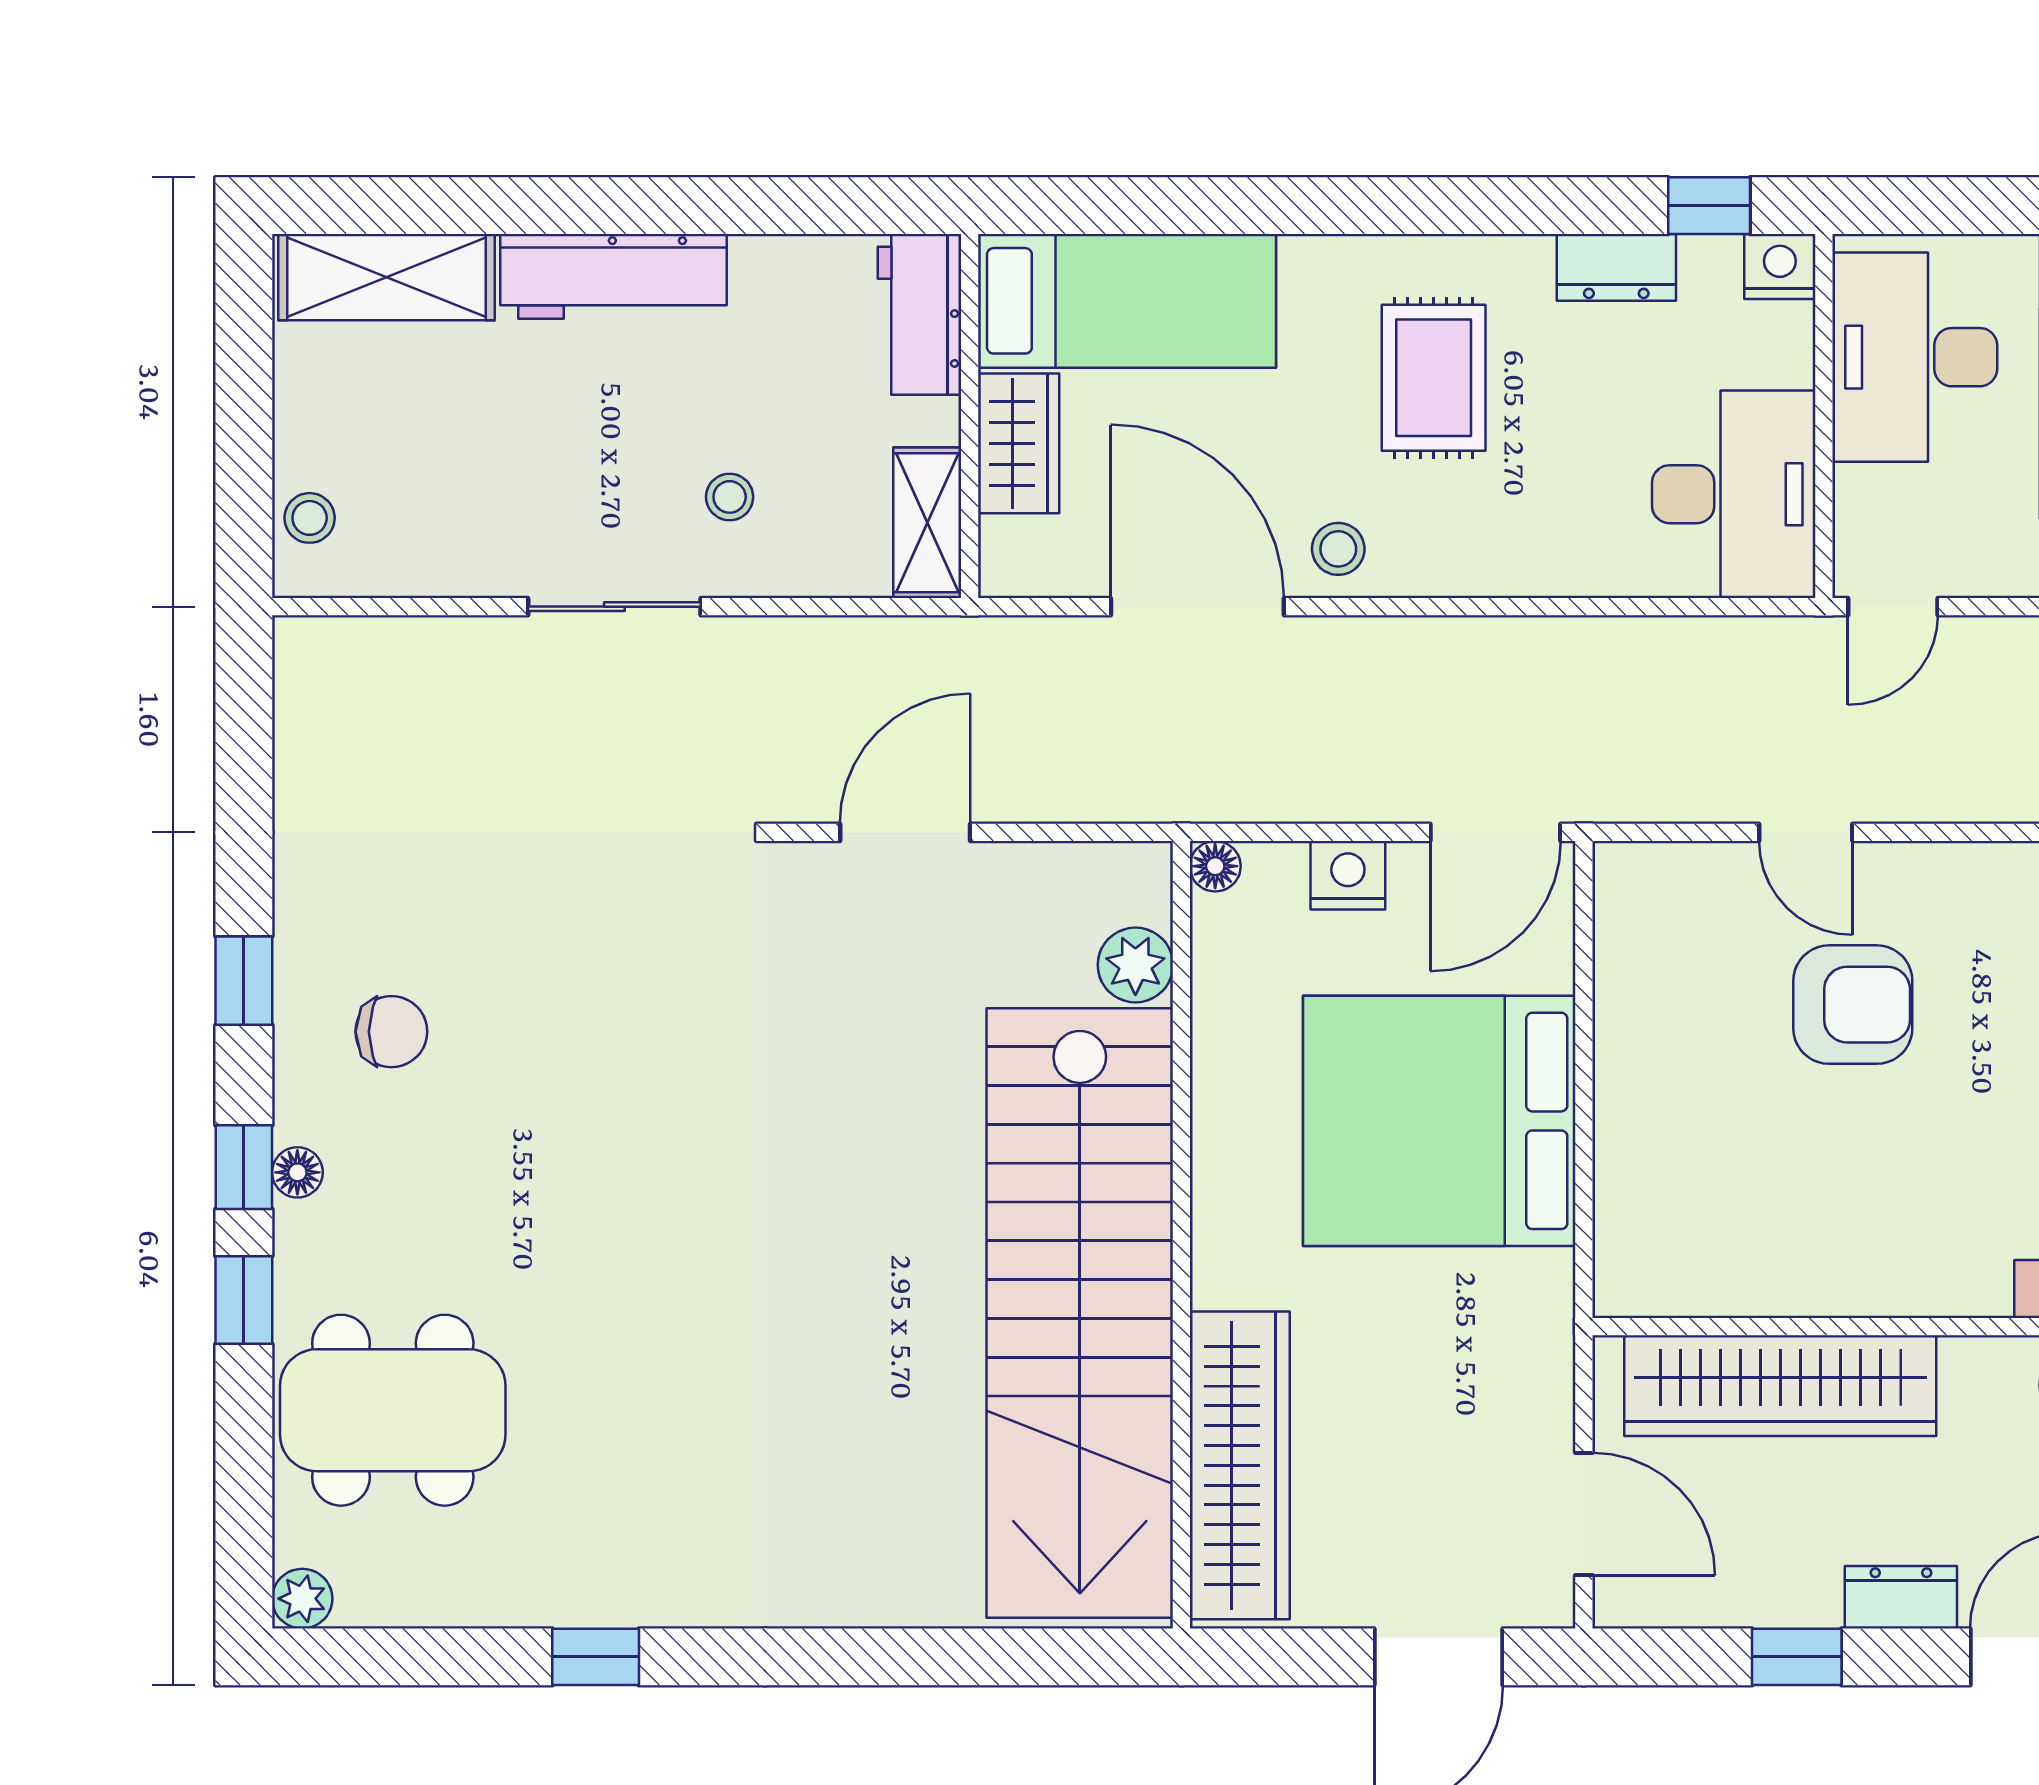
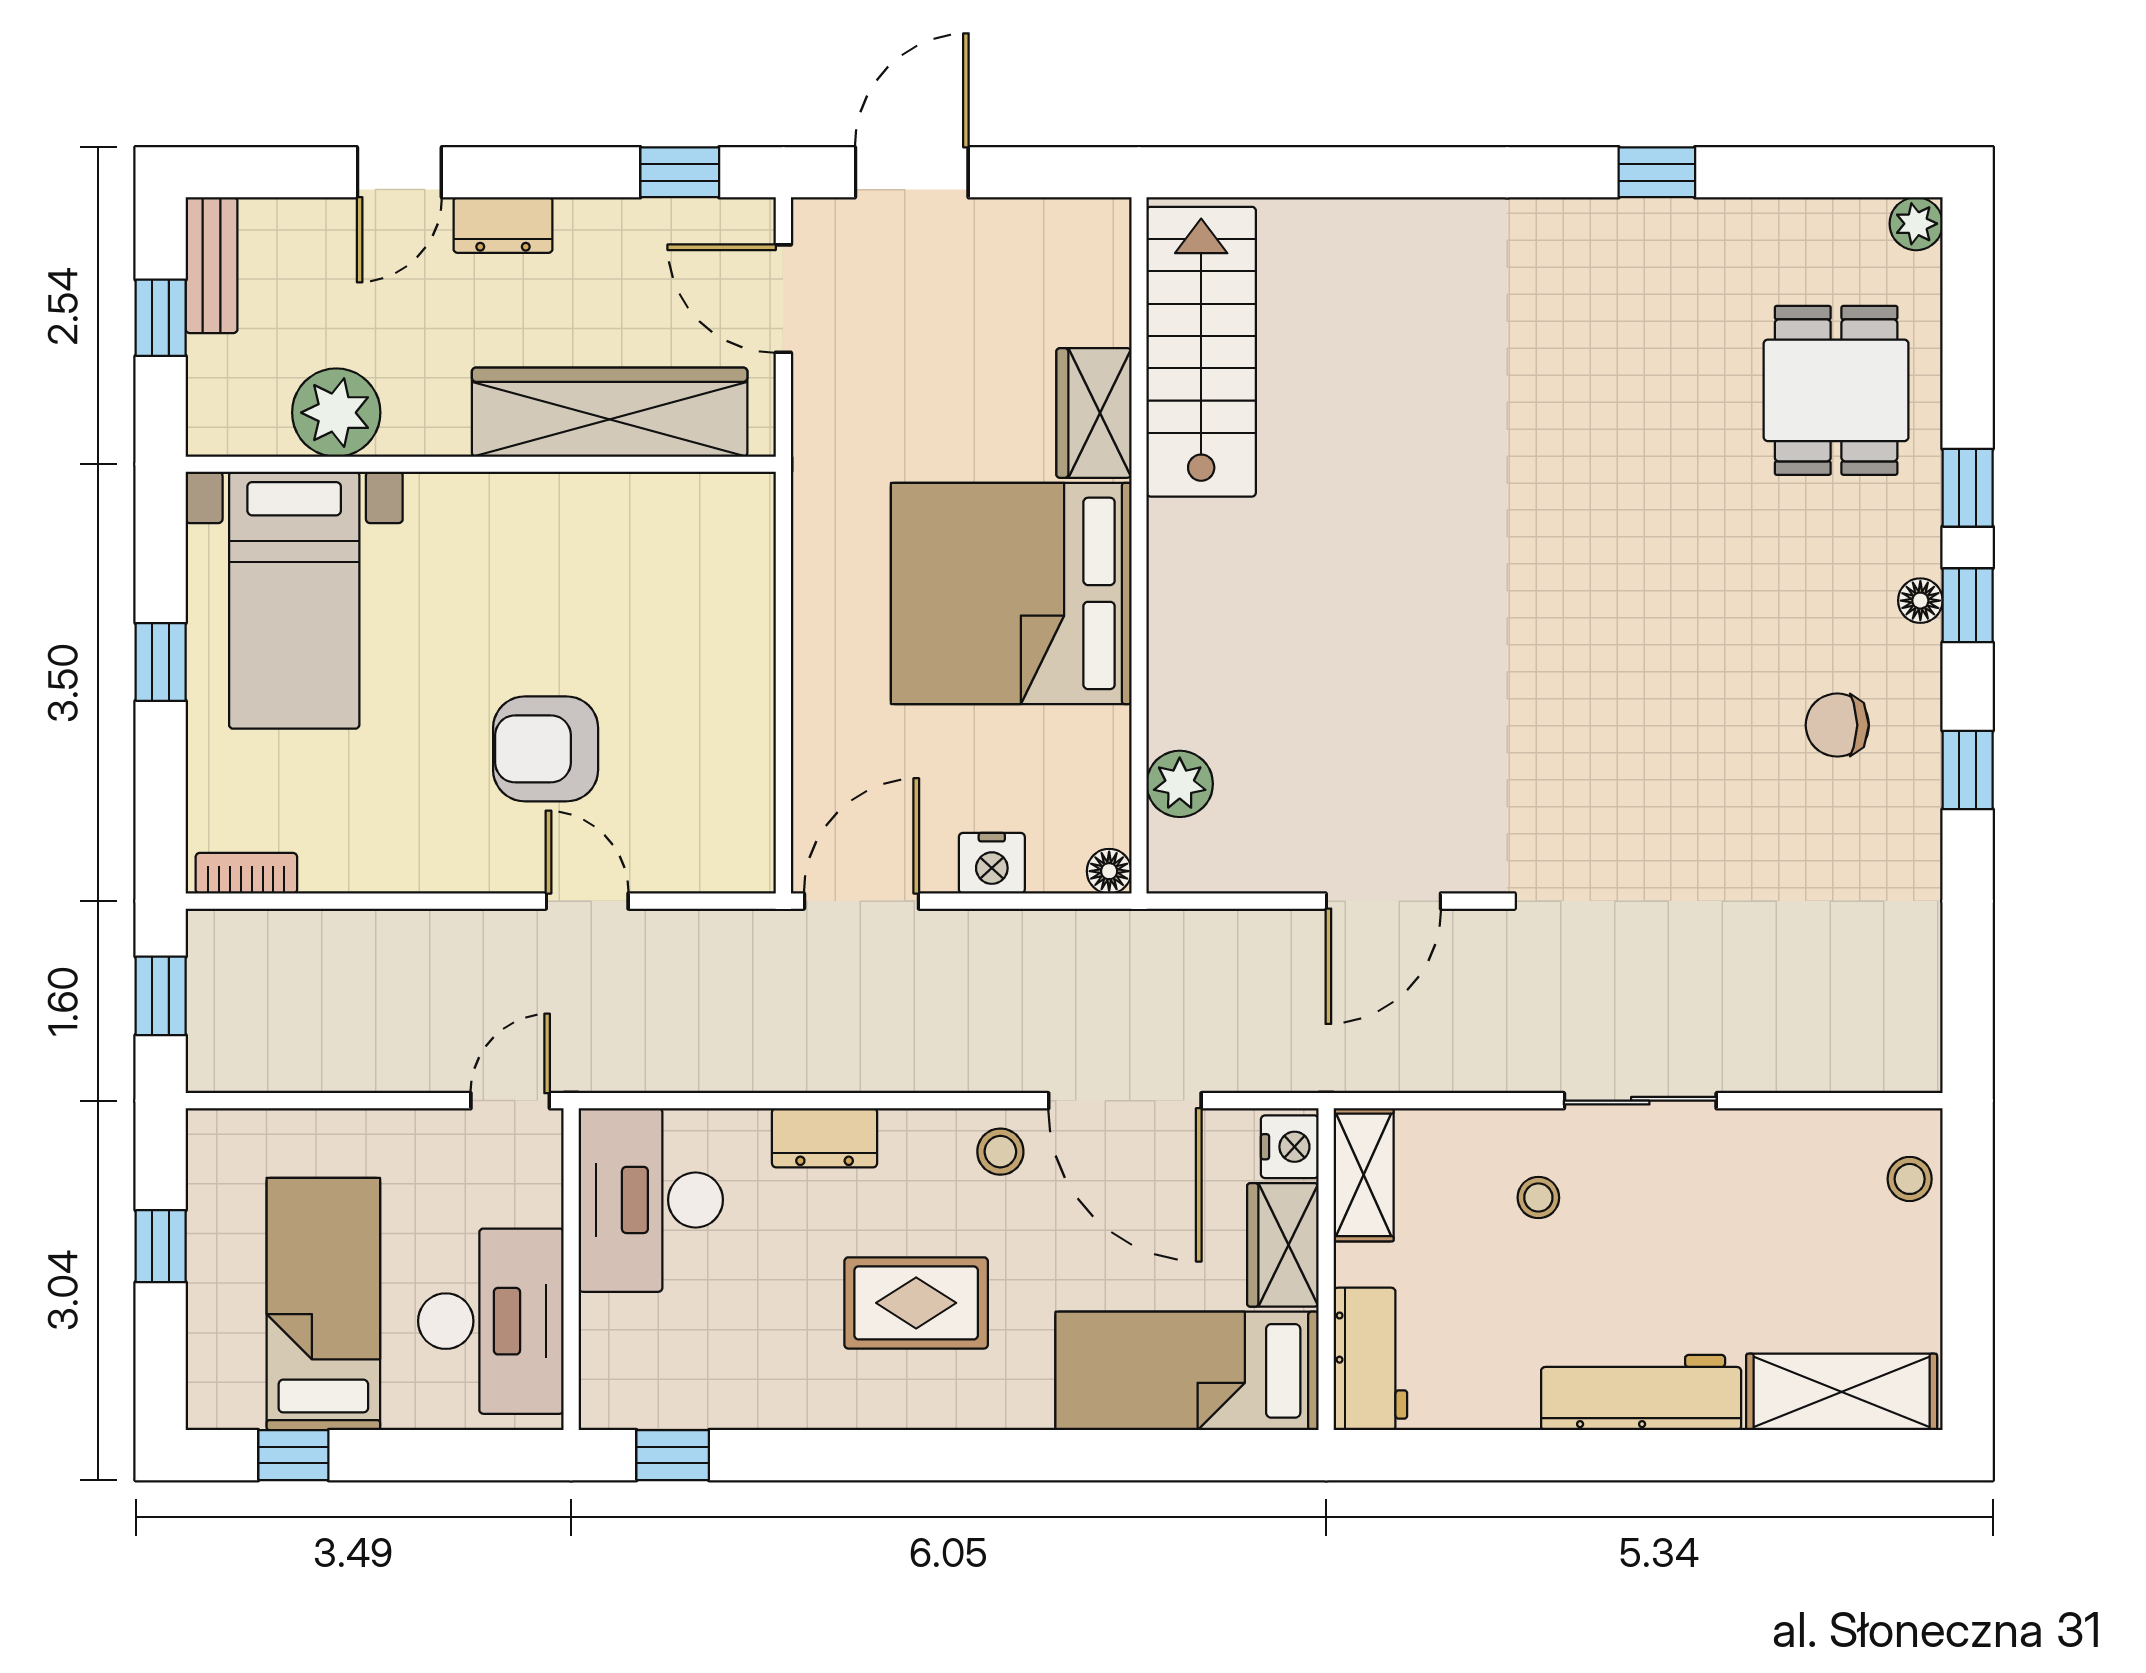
nightstand: (1780, 266) -> (1290, 1147), moved, turned -90
dresser: (1616, 267) -> (825, 1138), moved, turned 180
rug: (1434, 378) -> (916, 1303), turned 90
bed: (1439, 1121) -> (1011, 593), moved, turned 180
stairs: (1080, 1313) -> (1201, 352), width x0.54, depth x0.66
dining table: (393, 1410) -> (1836, 390), width x0.73
wardrobe: (1240, 1465) -> (1094, 413), width x0.48, depth x0.85
window: (1797, 1657) -> (680, 172), moved

